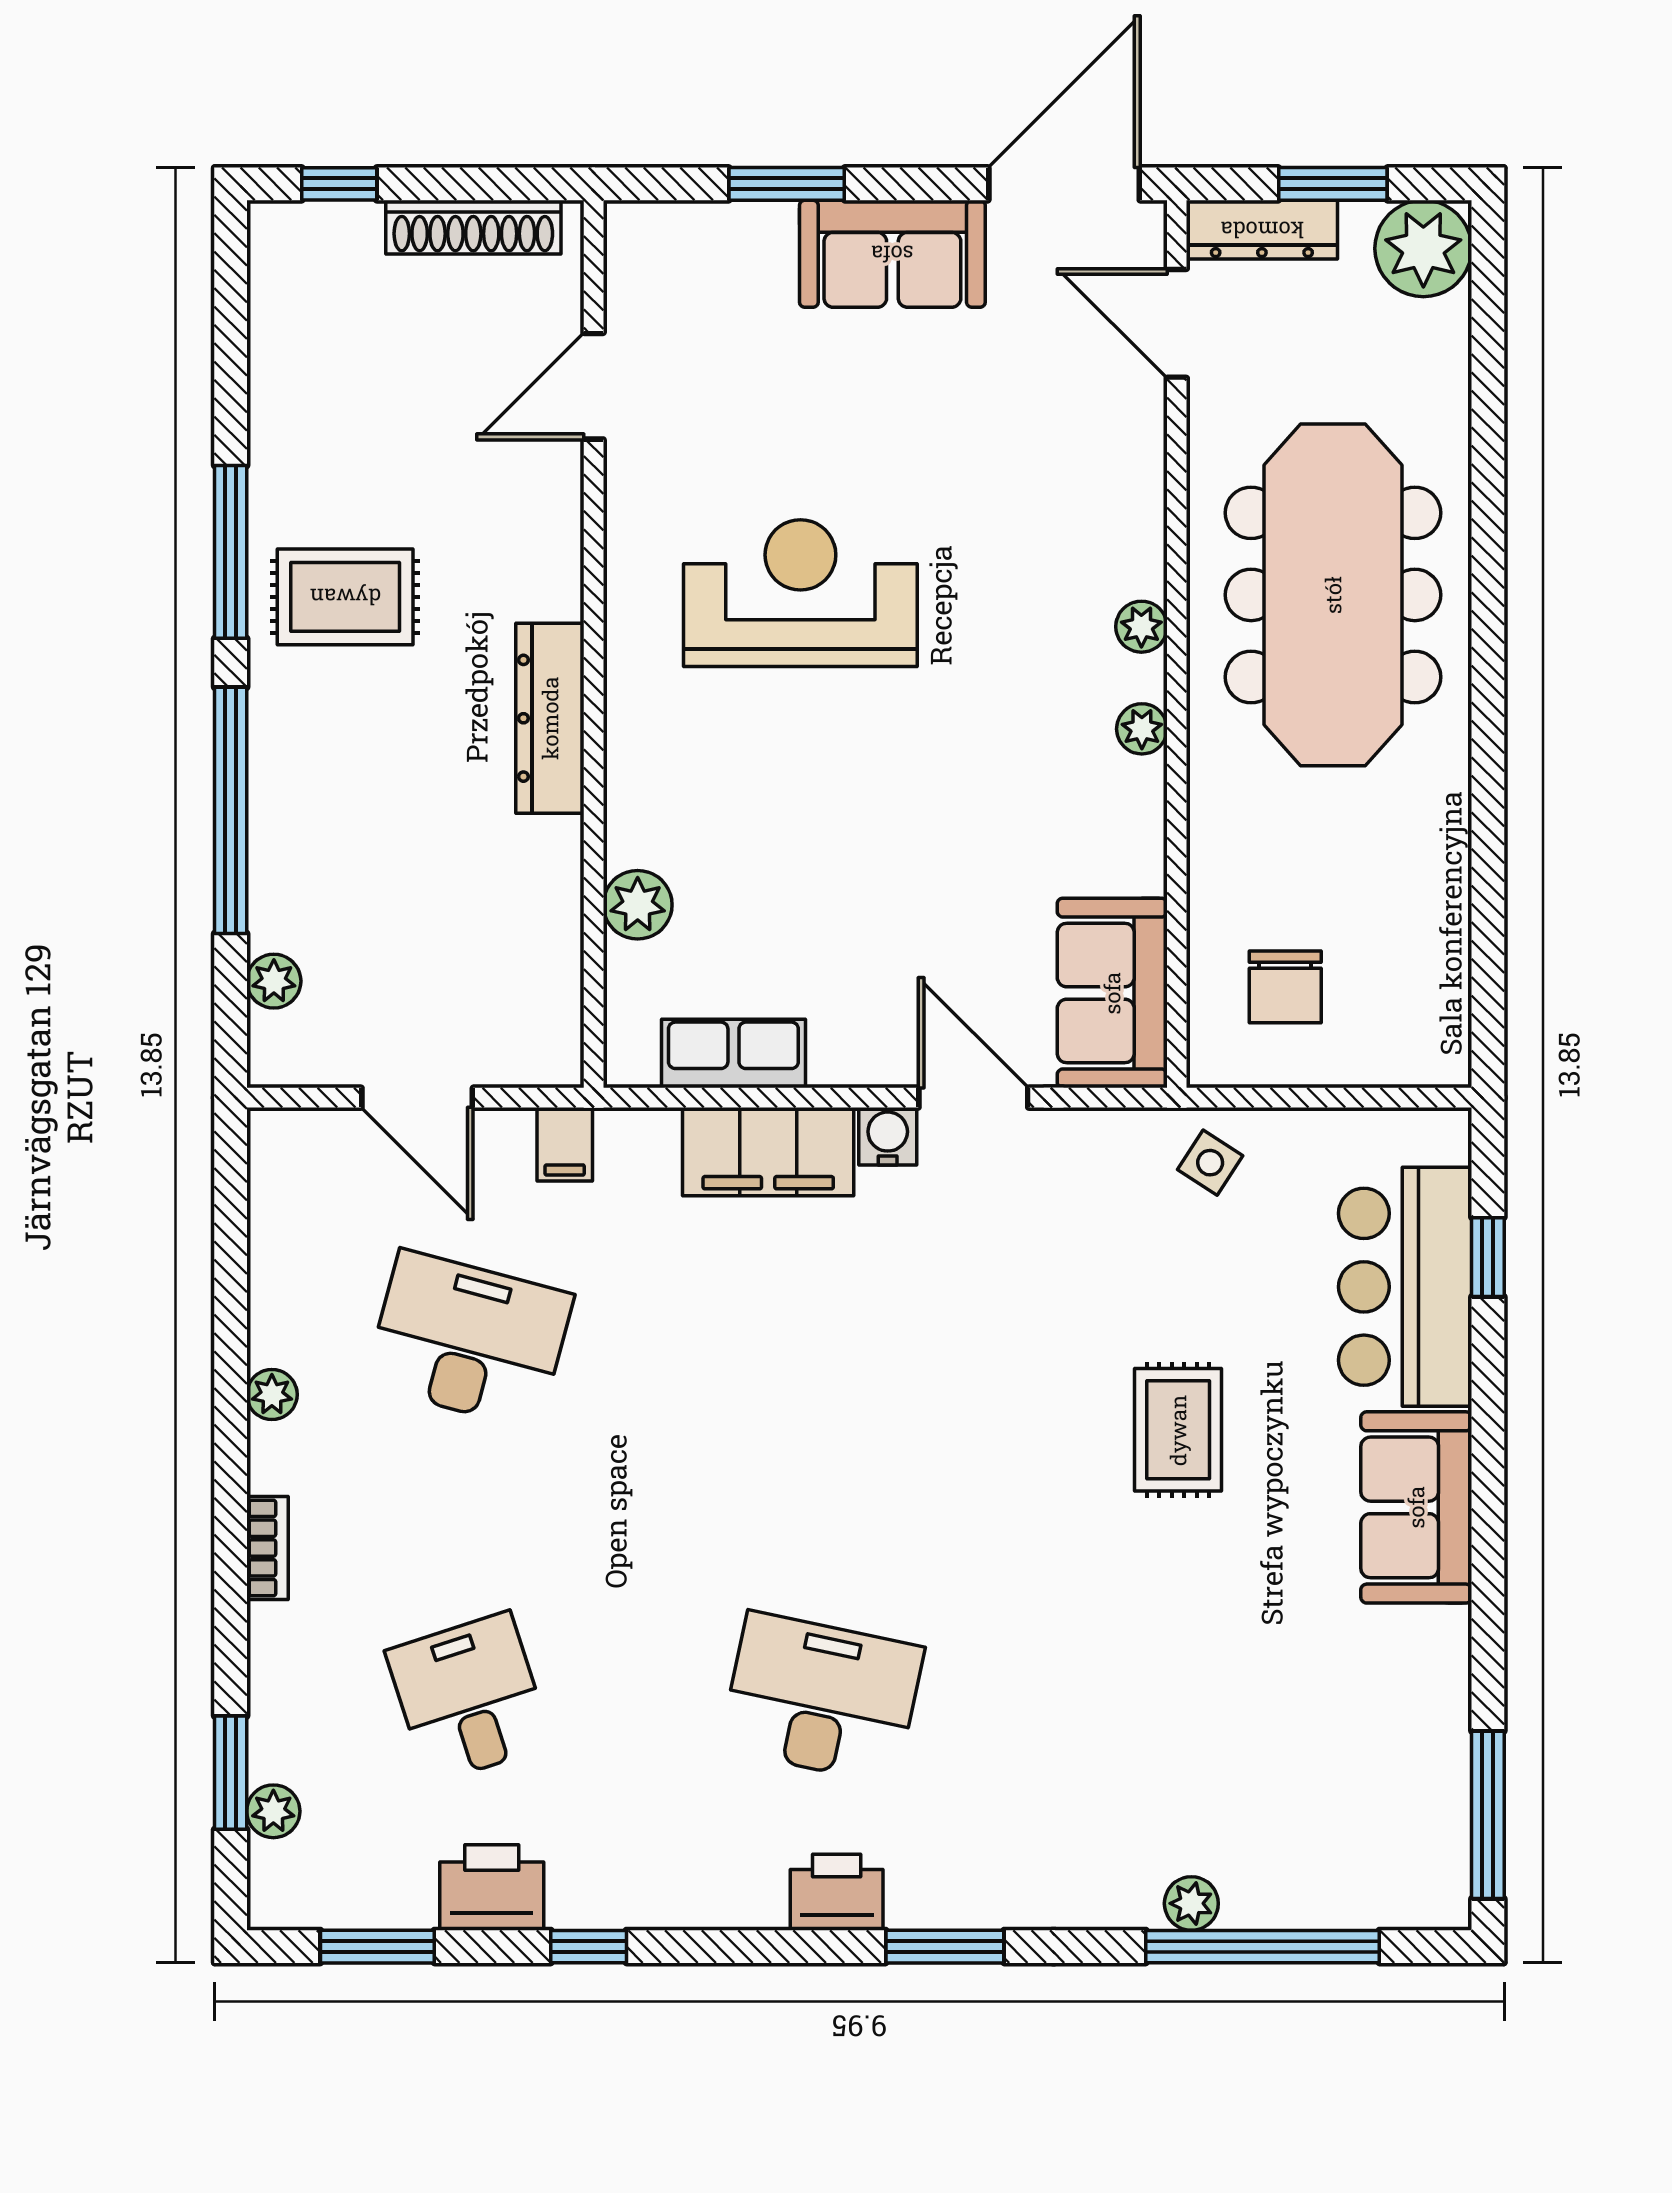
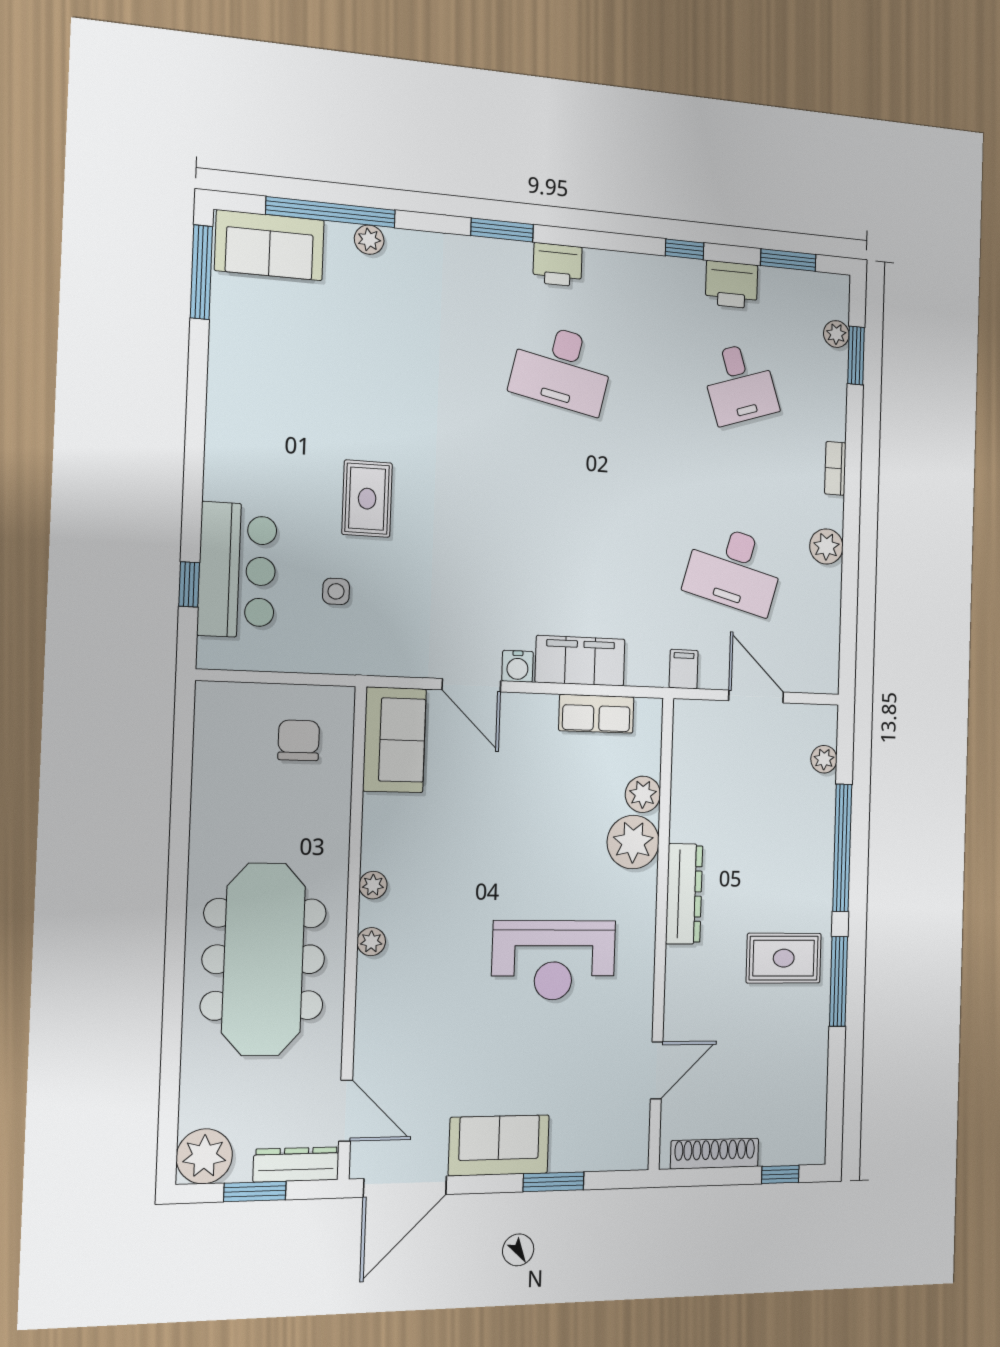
plant: (654, 815) -> (633, 842), added
side table: (1210, 1163) -> (336, 591), moved, turned -33
plant: (272, 1395) -> (826, 546), width x1.38, depth x1.38
sofa: (1416, 1507) -> (270, 245), moved, turned 90

